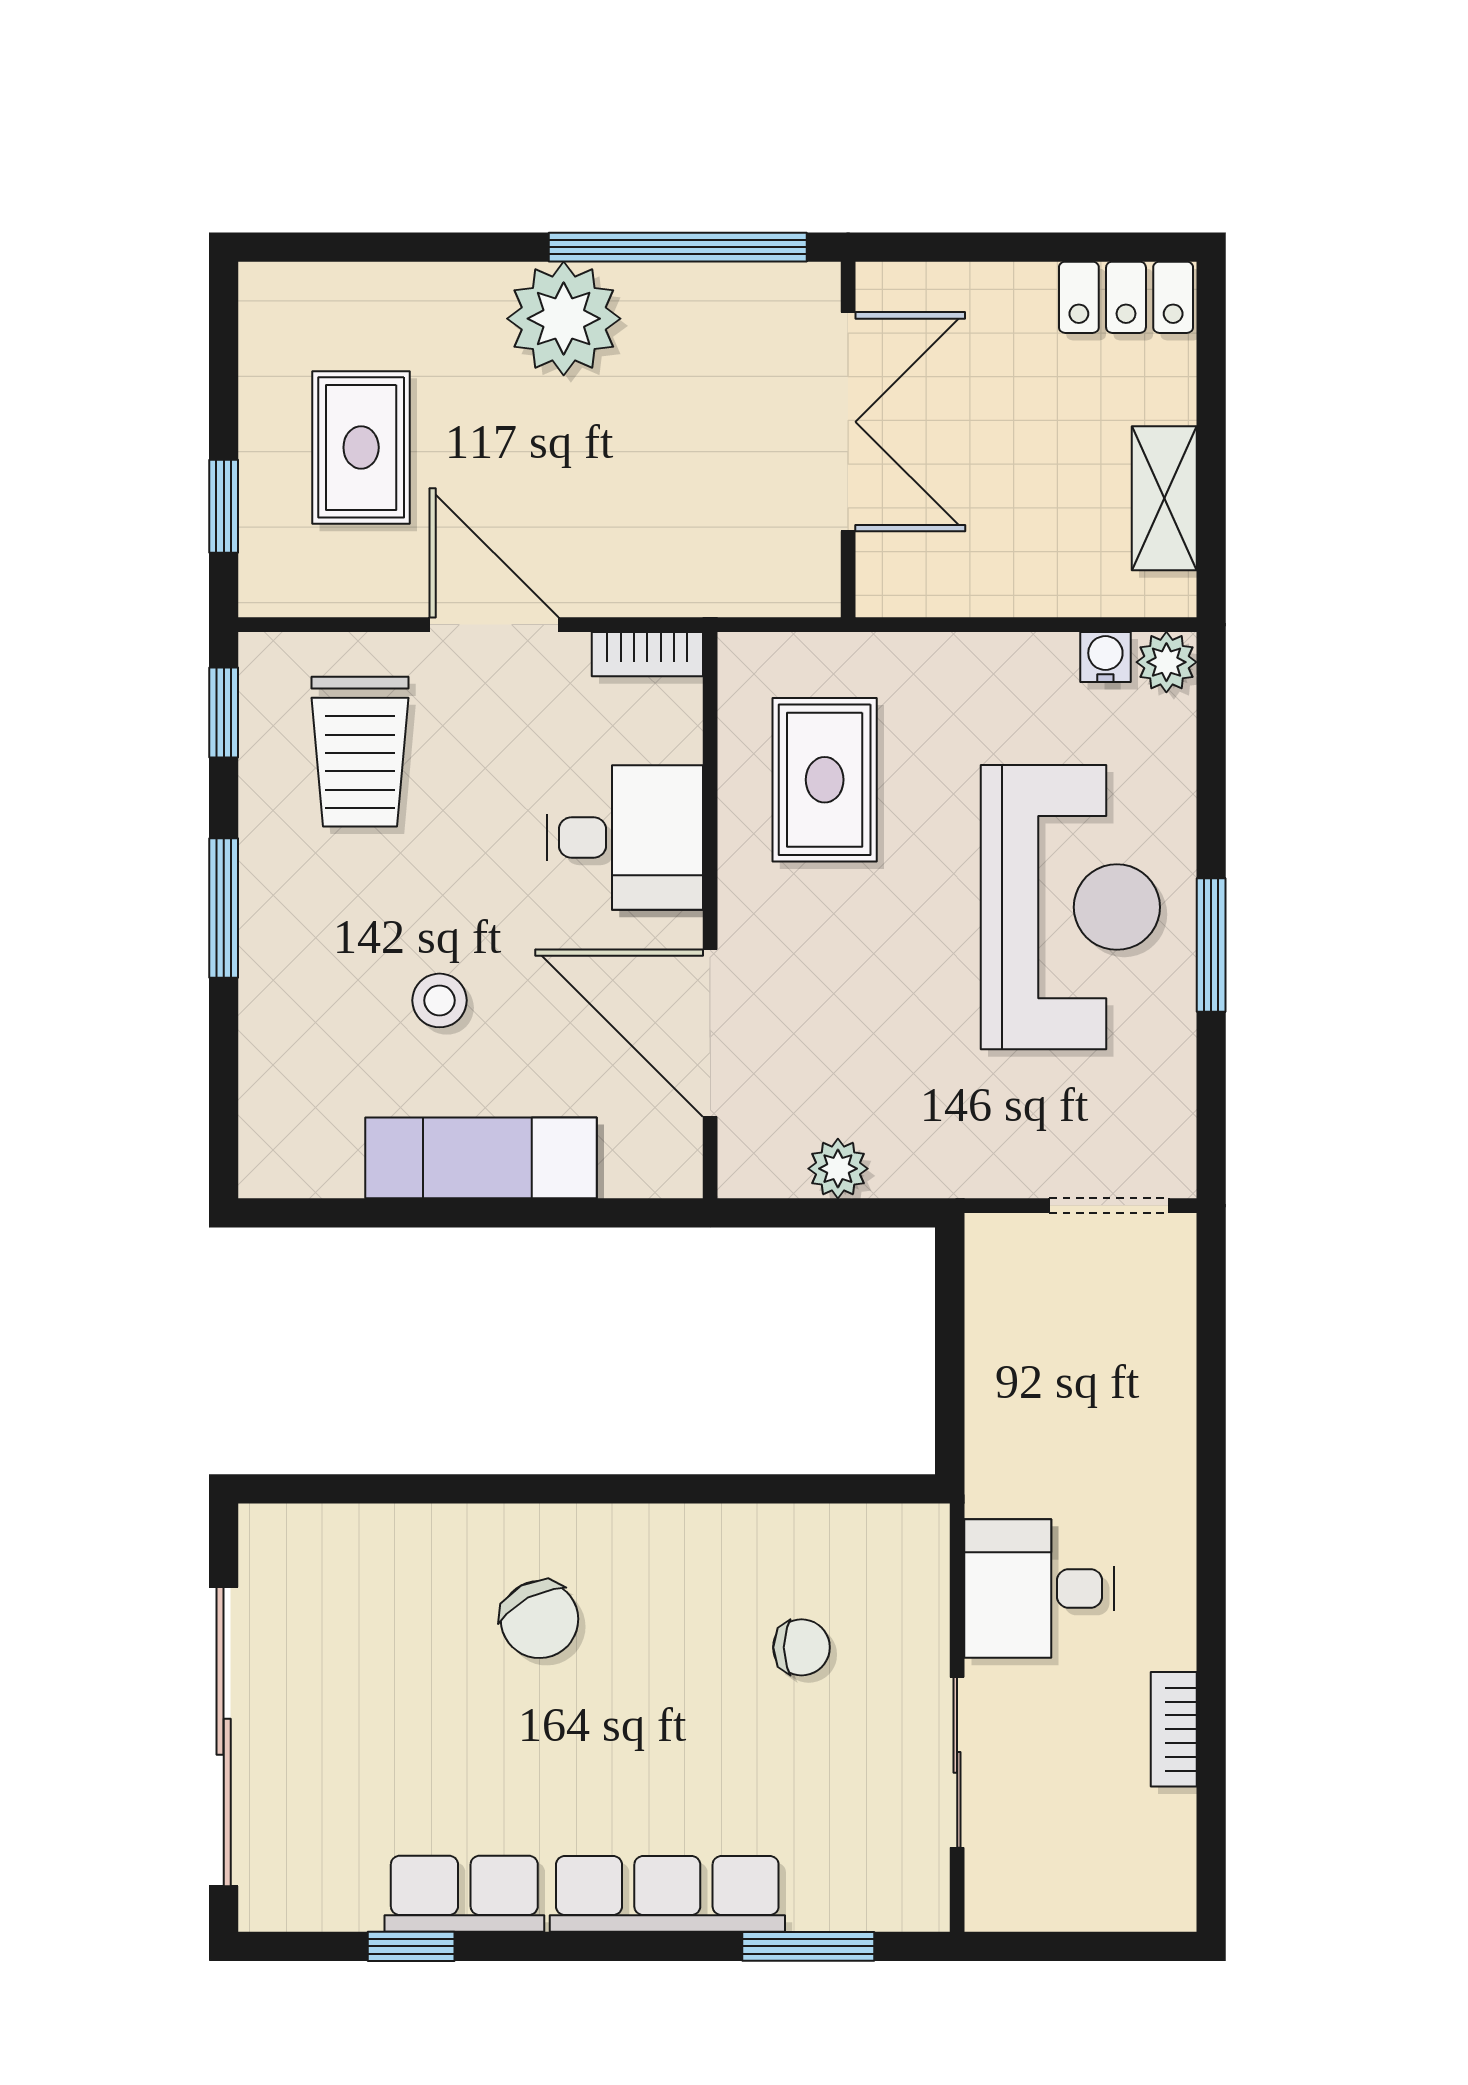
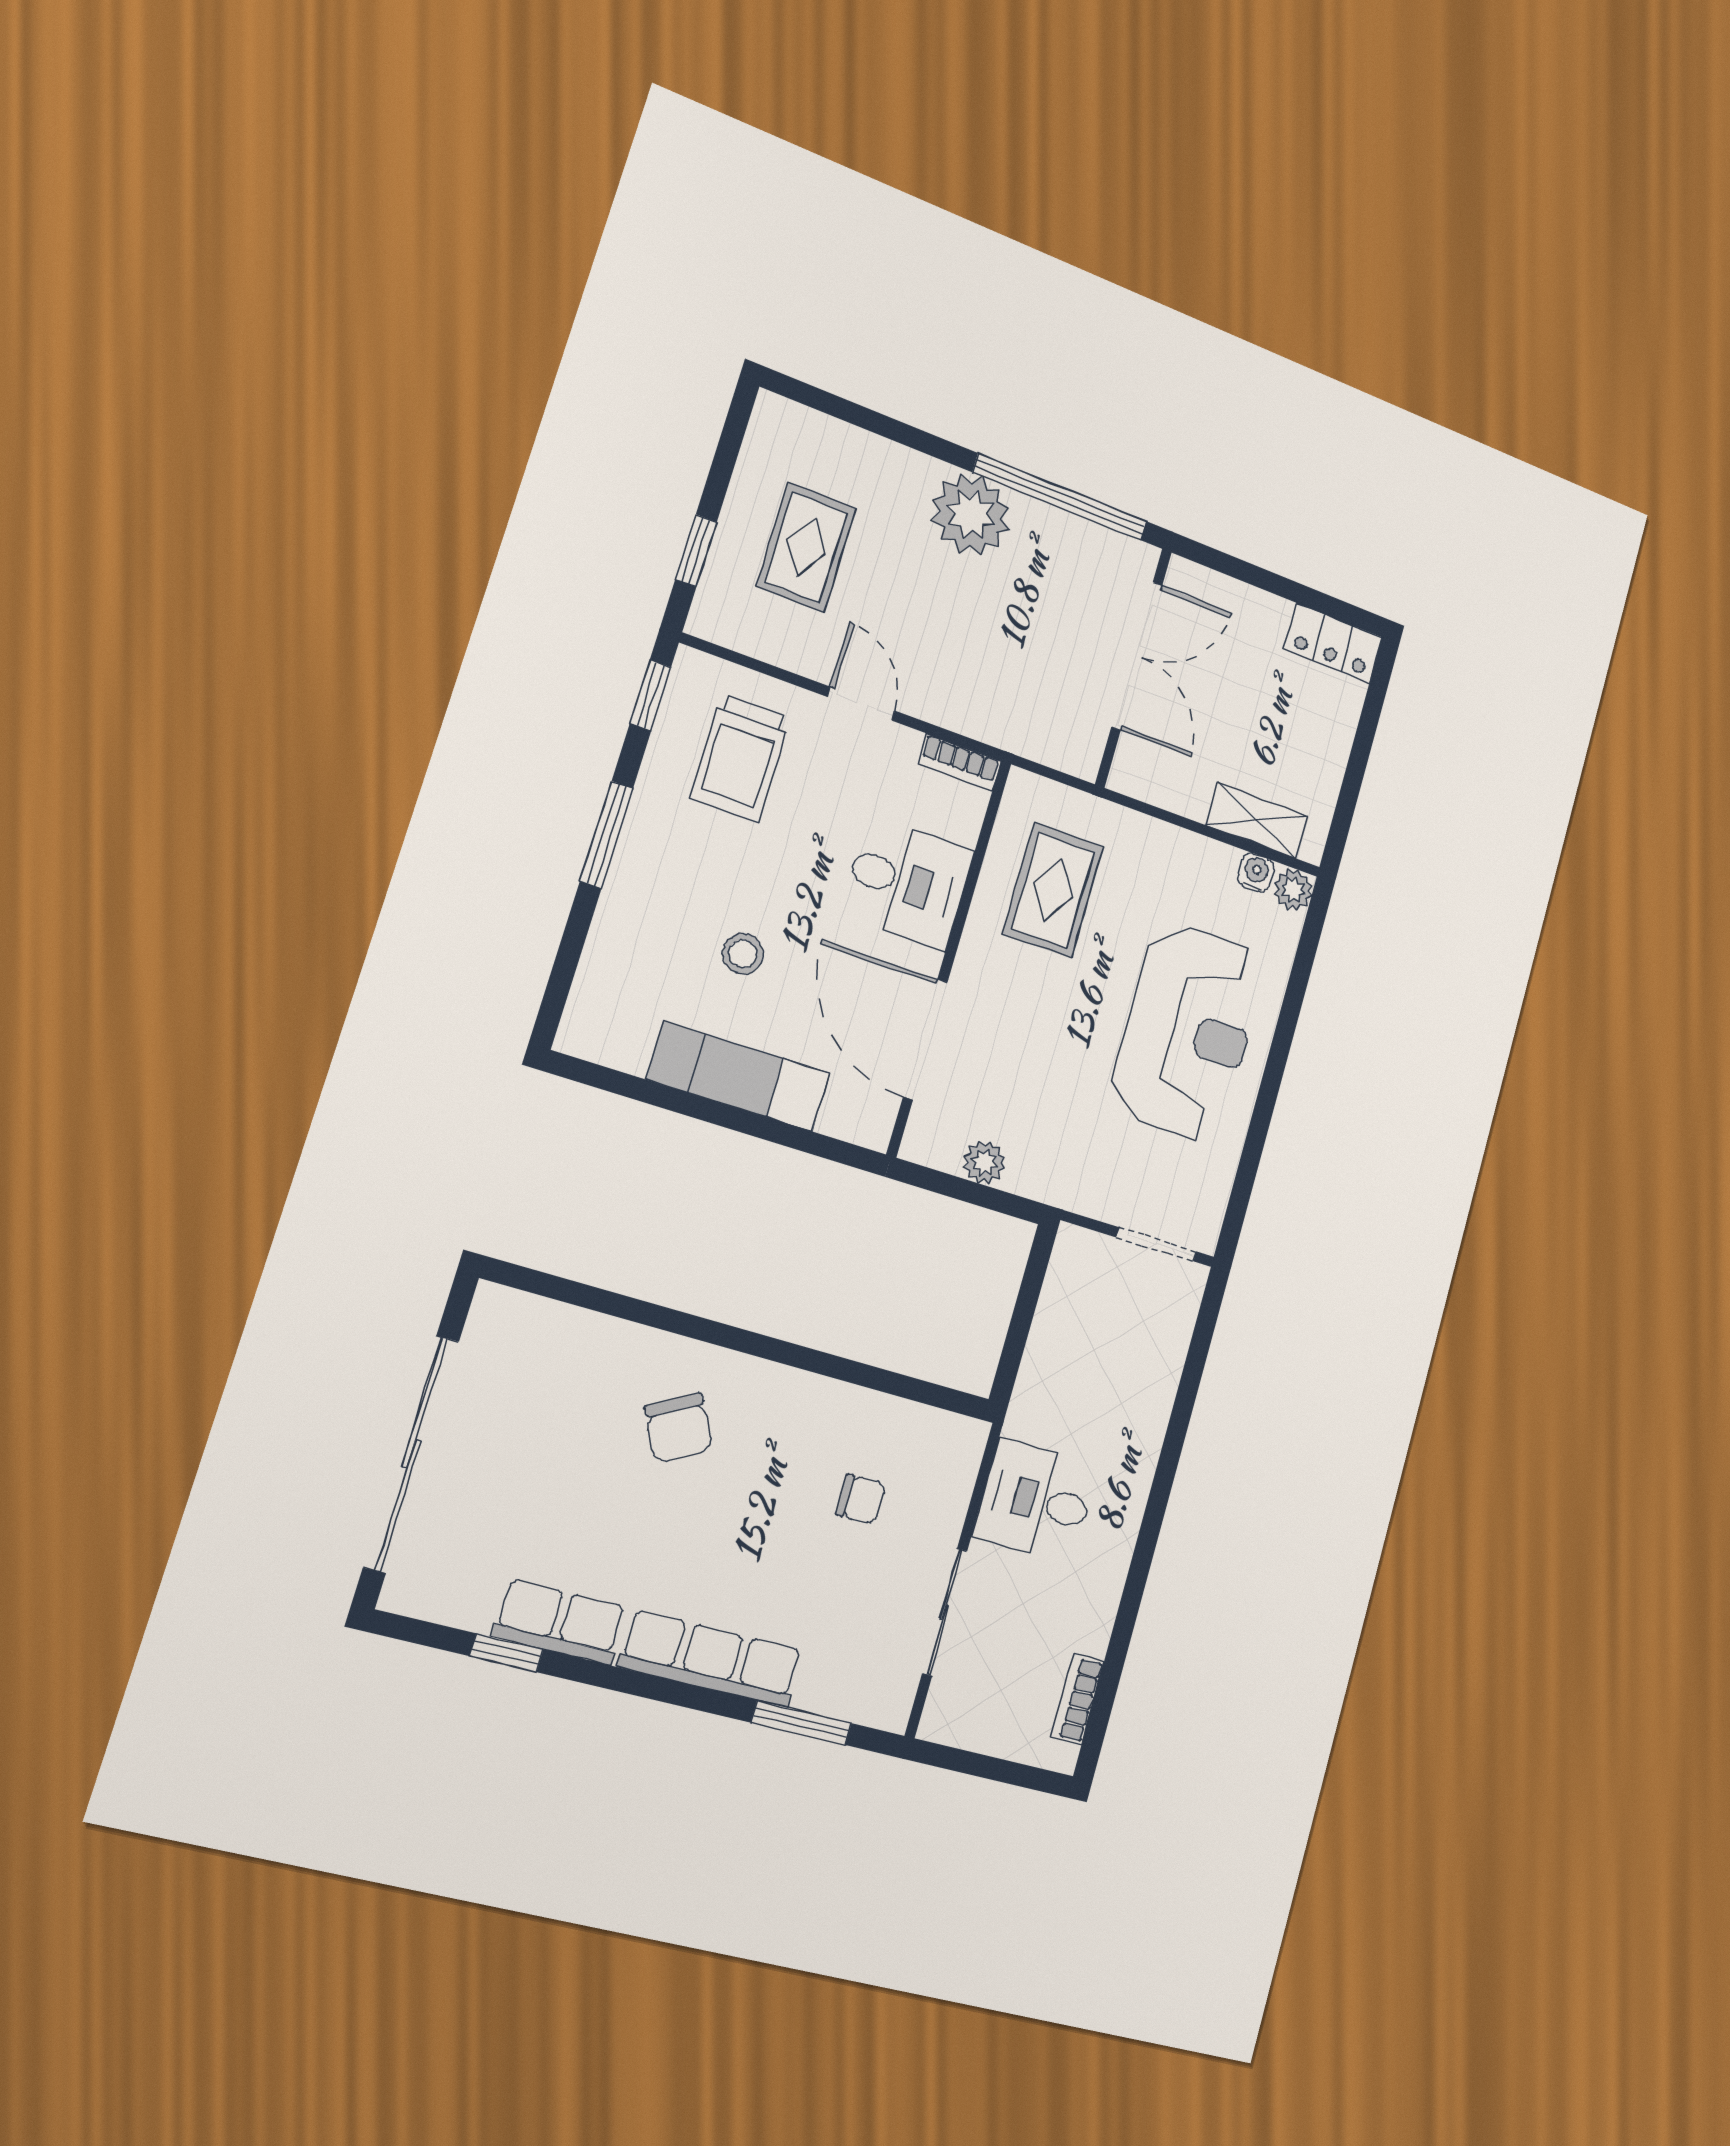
shelving: (1164, 498) -> (1257, 820), moved, turned 90
door: (494, 625) -> (861, 704), width x0.73
window: (1211, 945) -> (1270, 1088), removed
bookcase: (1174, 1729) -> (1078, 1699), moved

